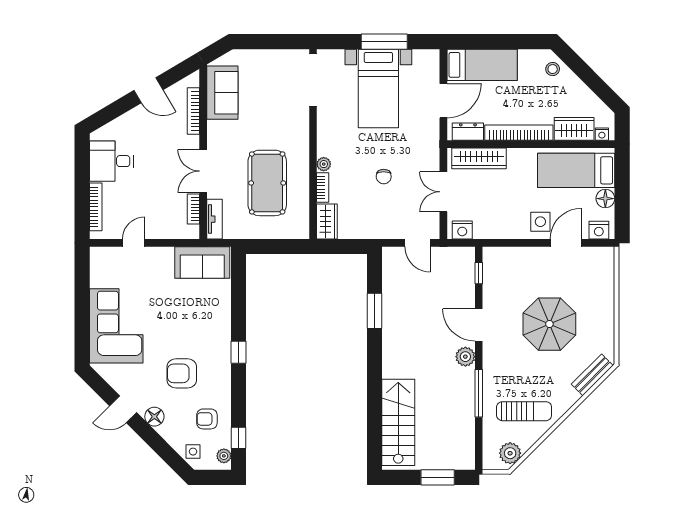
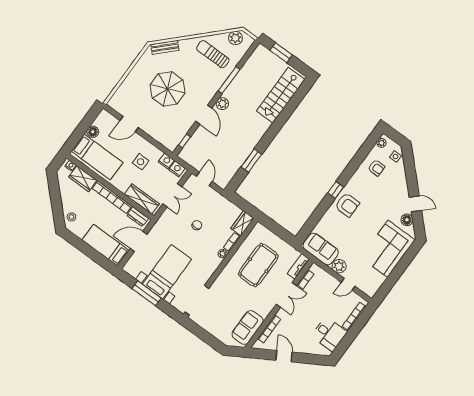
side table: (540, 222) -> (141, 162), moved
nightstand: (599, 230) -> (166, 161), moved
plant: (162, 257) -> (339, 266), added
armchair: (182, 373) -> (347, 205), moved
floor lamp: (154, 417) -> (407, 220), moved
window: (239, 438) -> (367, 147), removed

